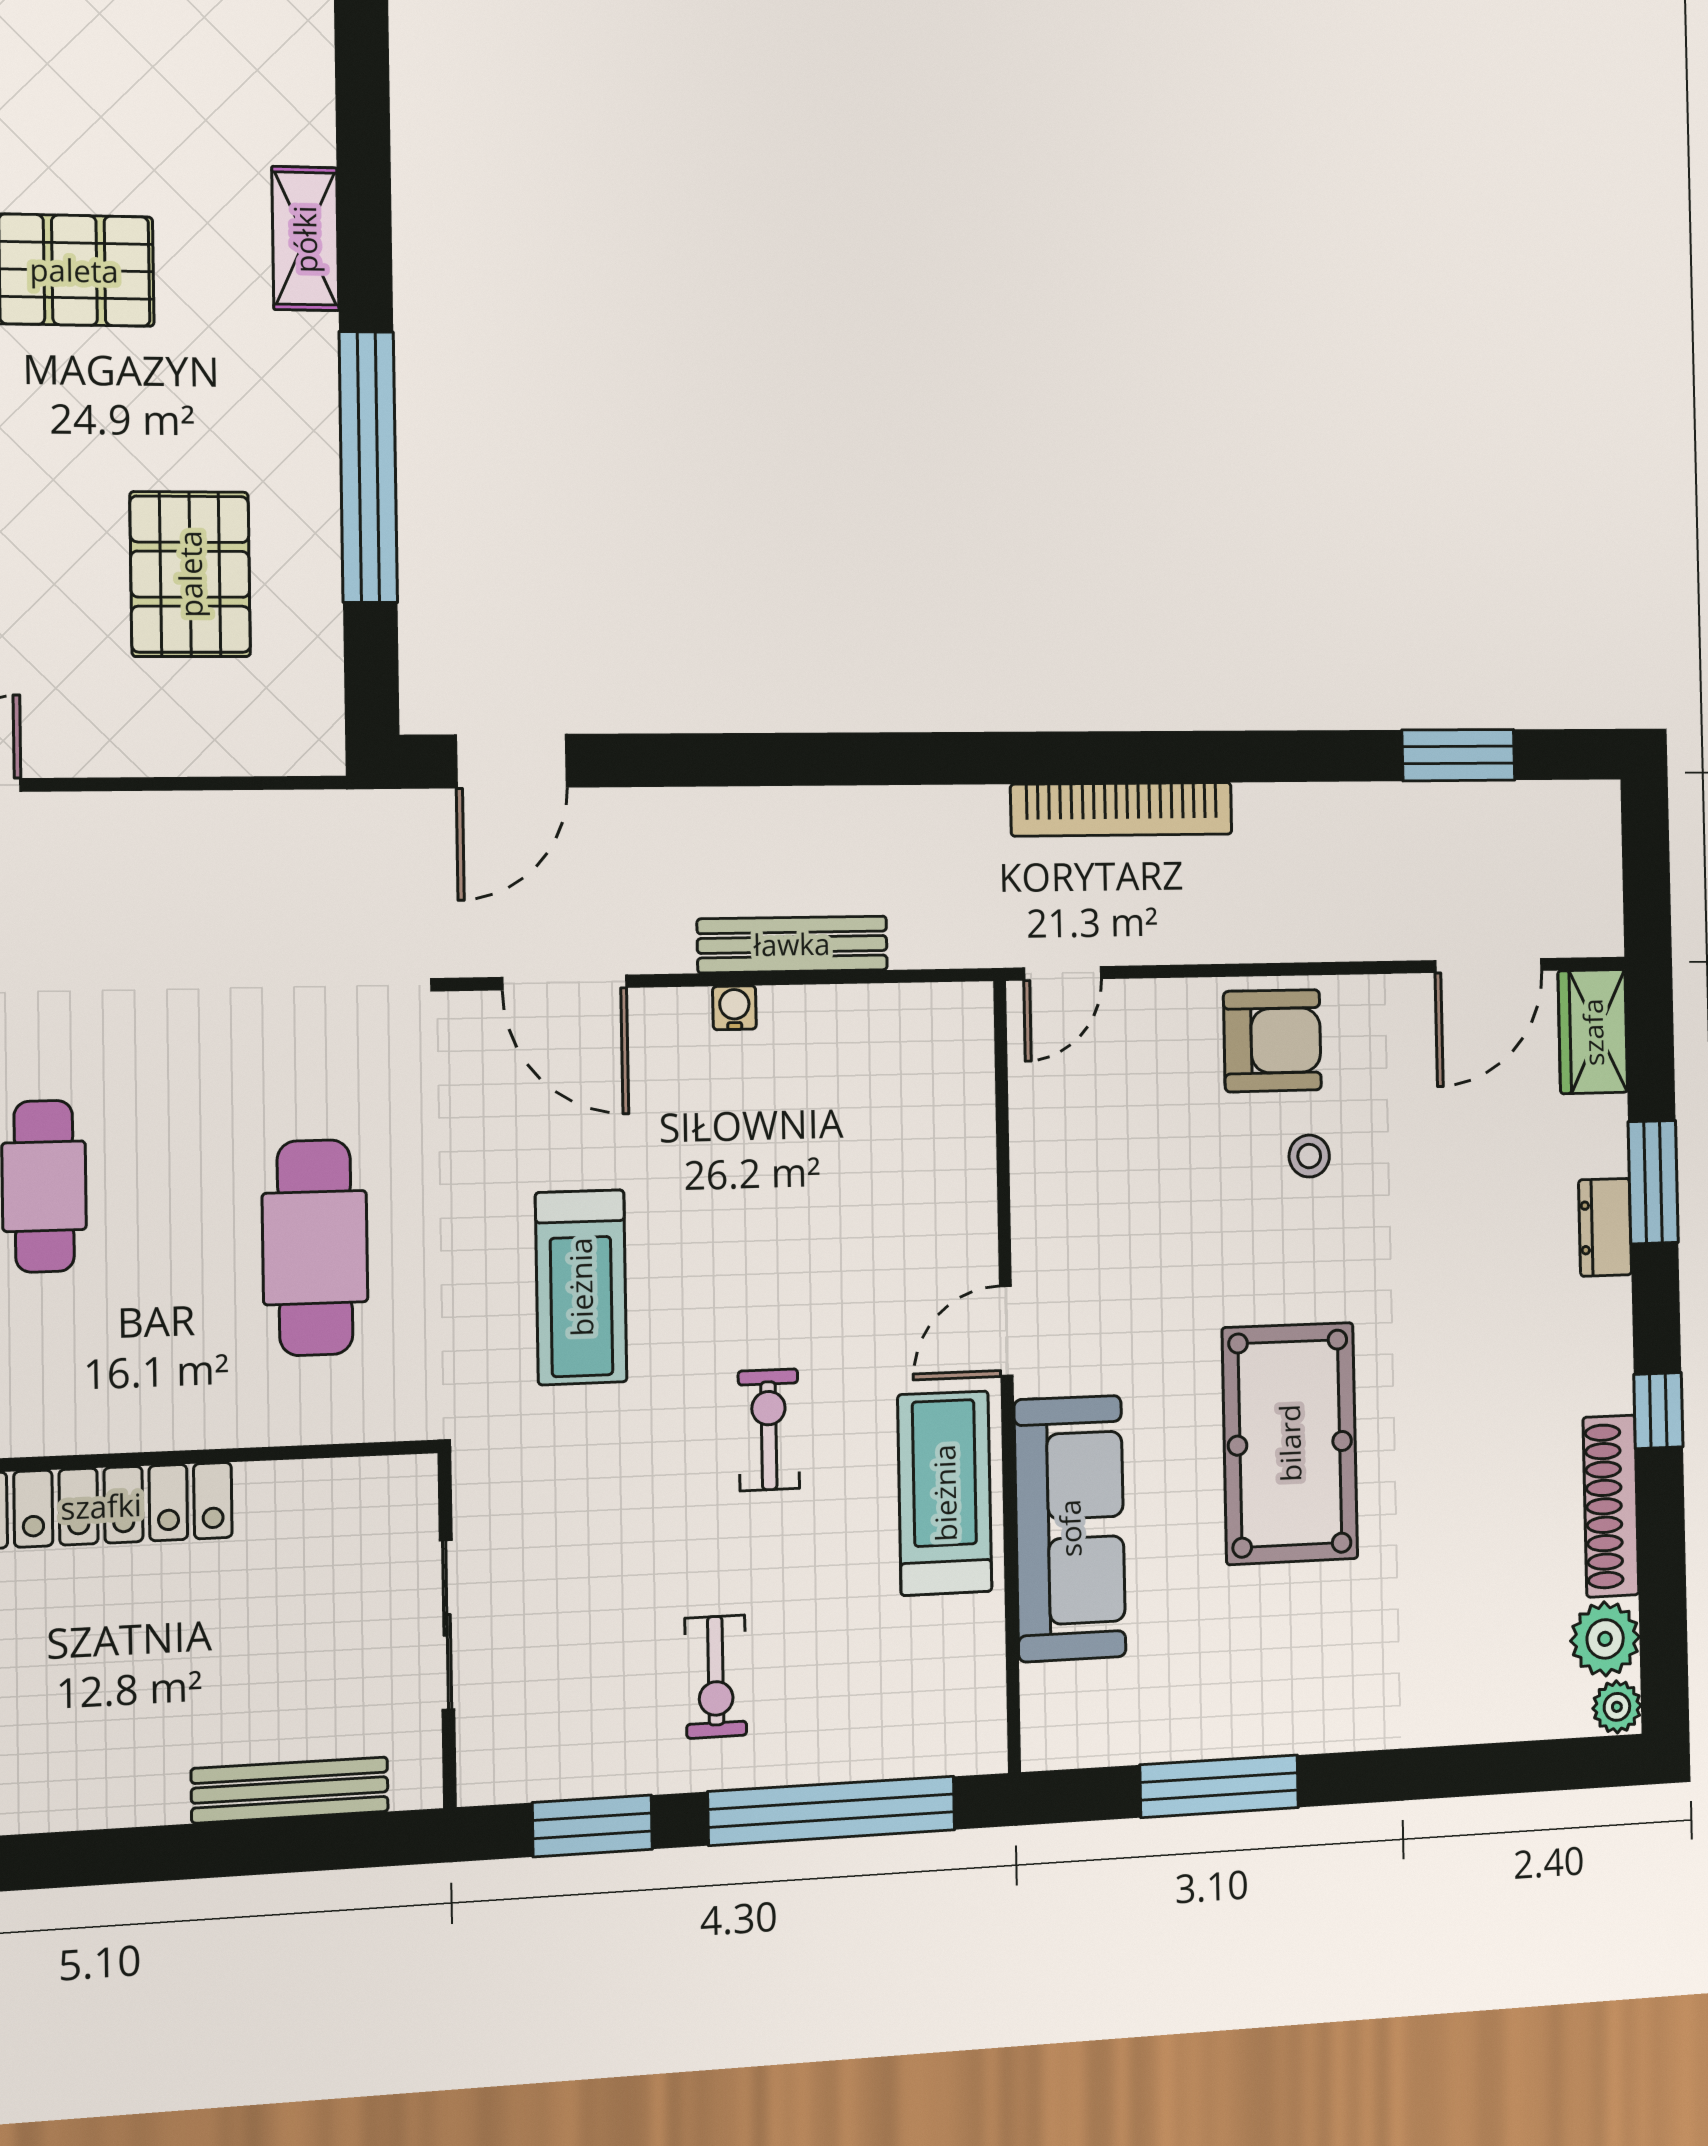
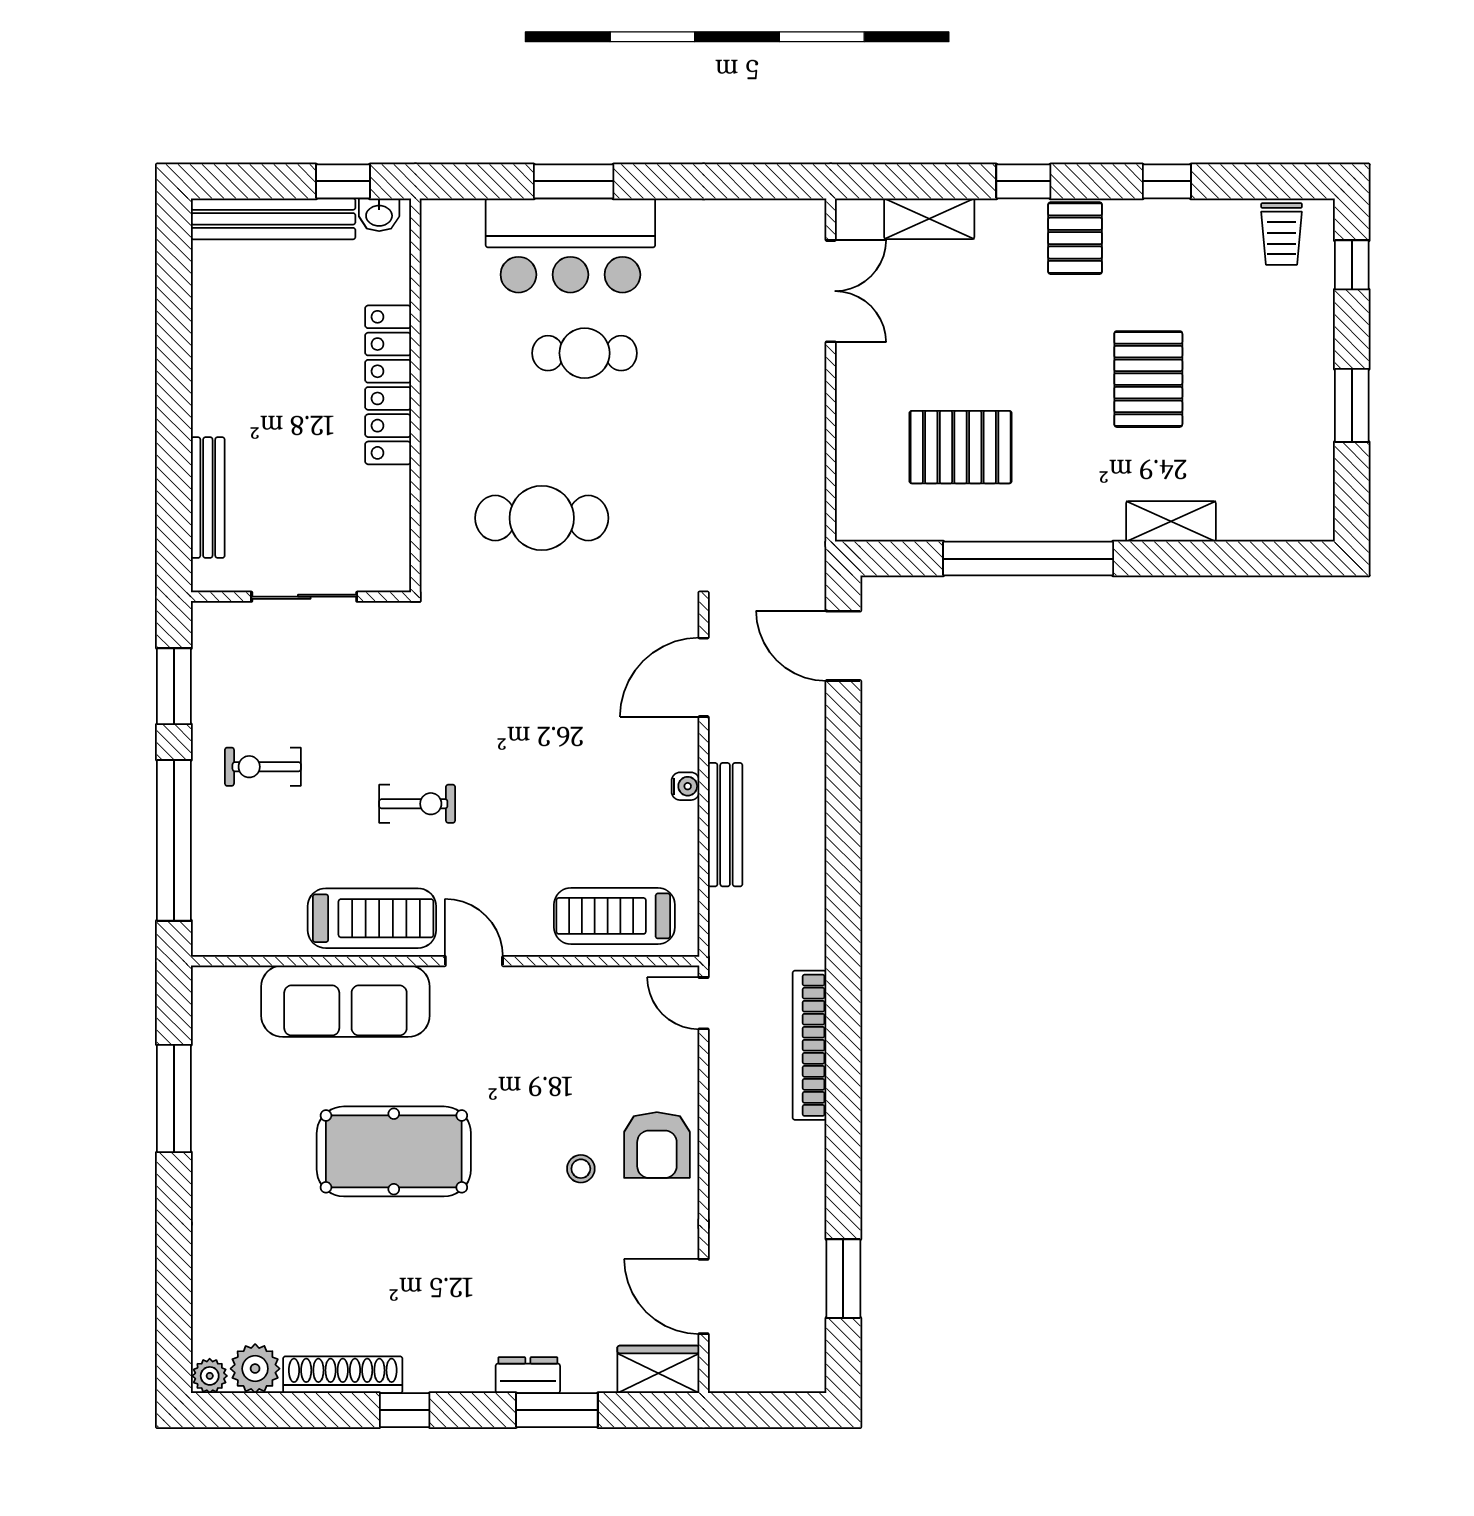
treadmill: (581, 1287) -> (614, 916), moved

